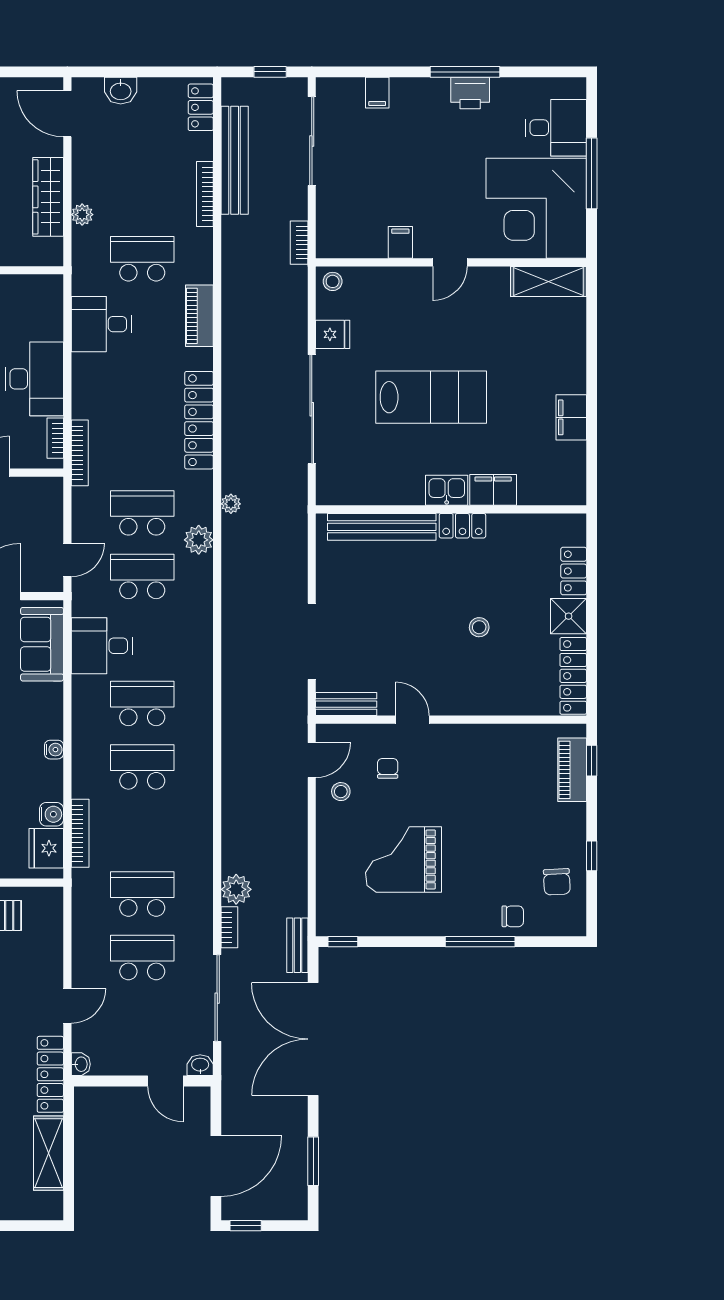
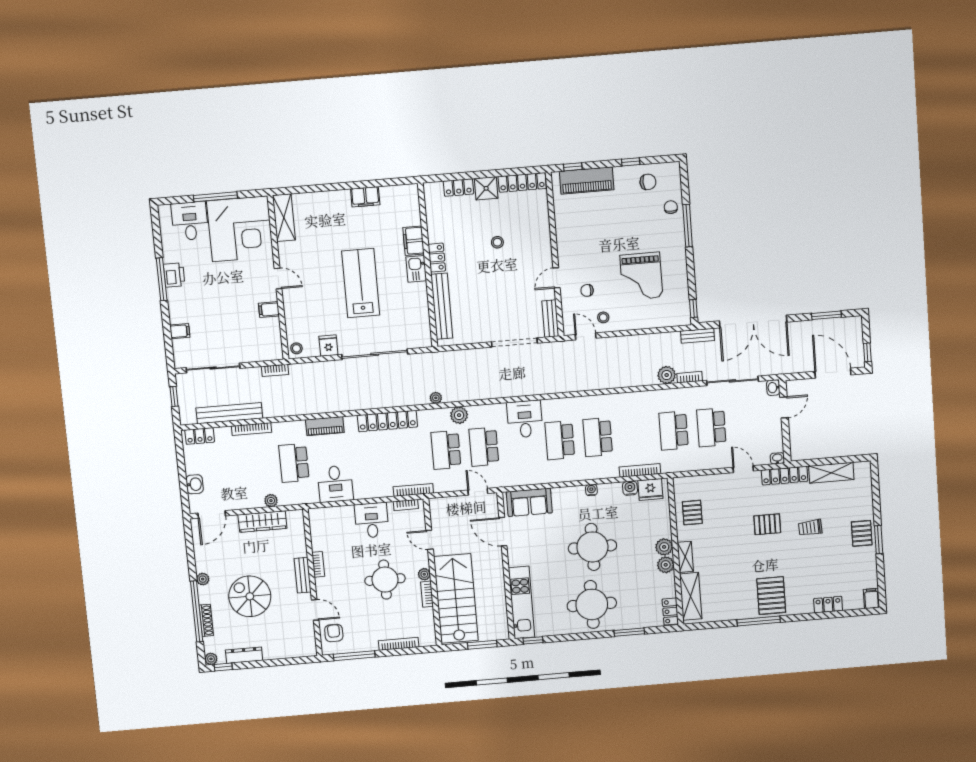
desk: (34, 379) -> (372, 520), width x0.73
desk: (102, 646) -> (525, 419), moved, turned 180
piano: (572, 770) -> (587, 181), width x1.37, depth x1.33

